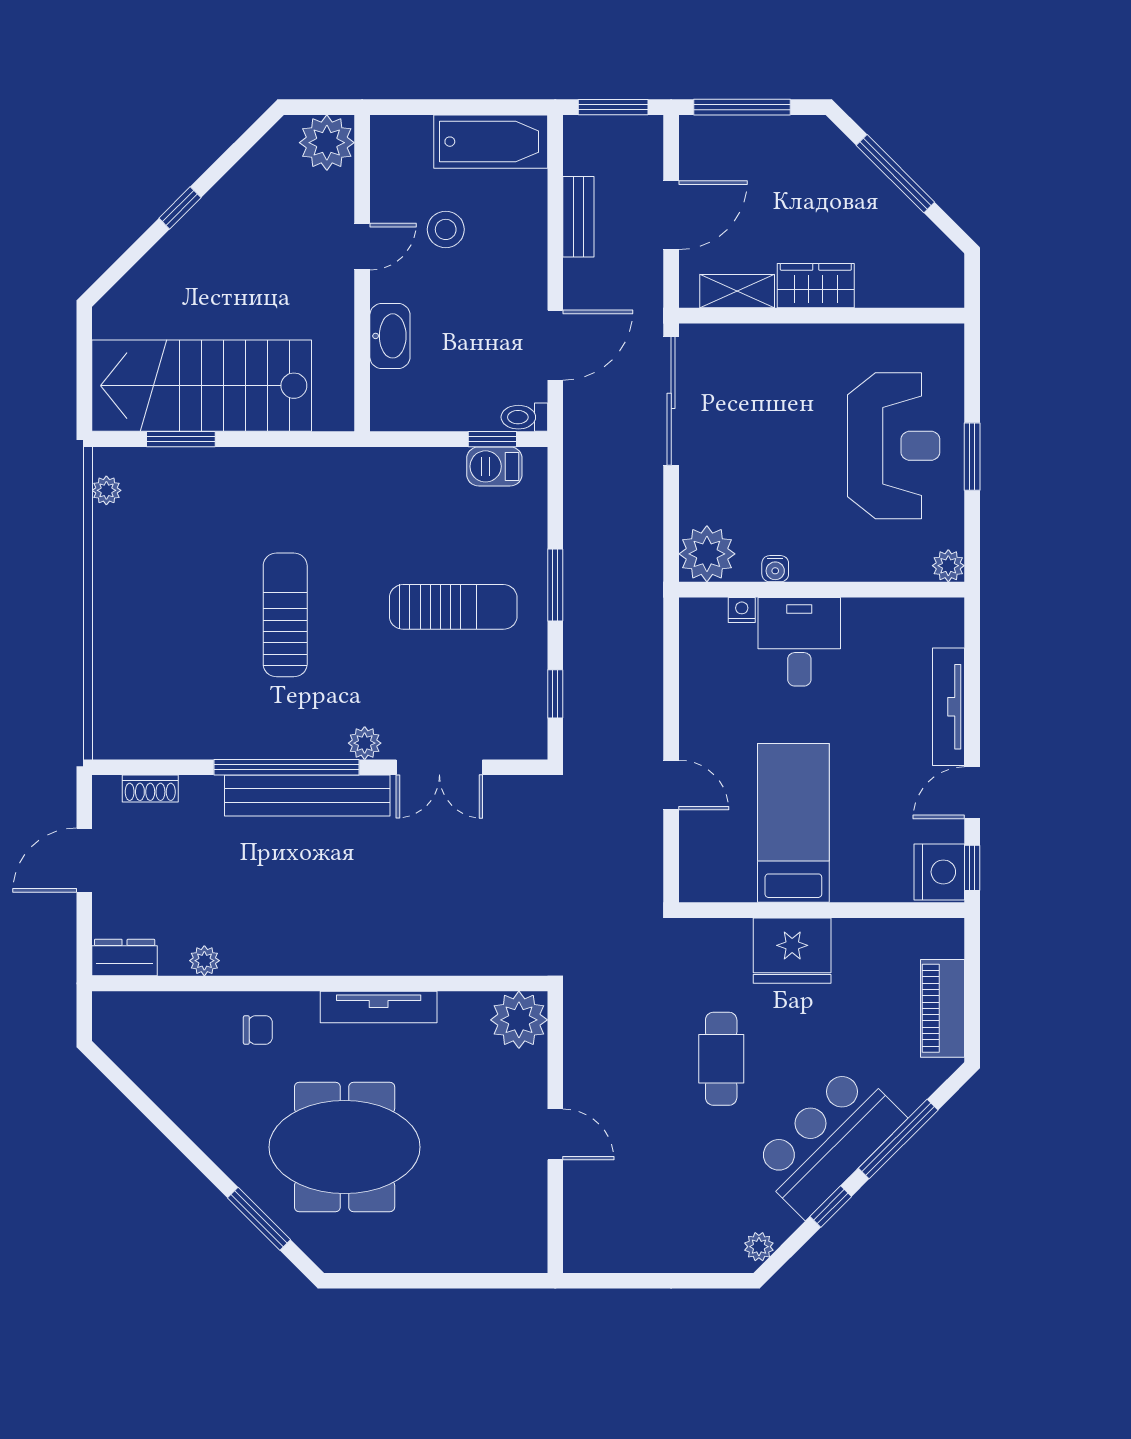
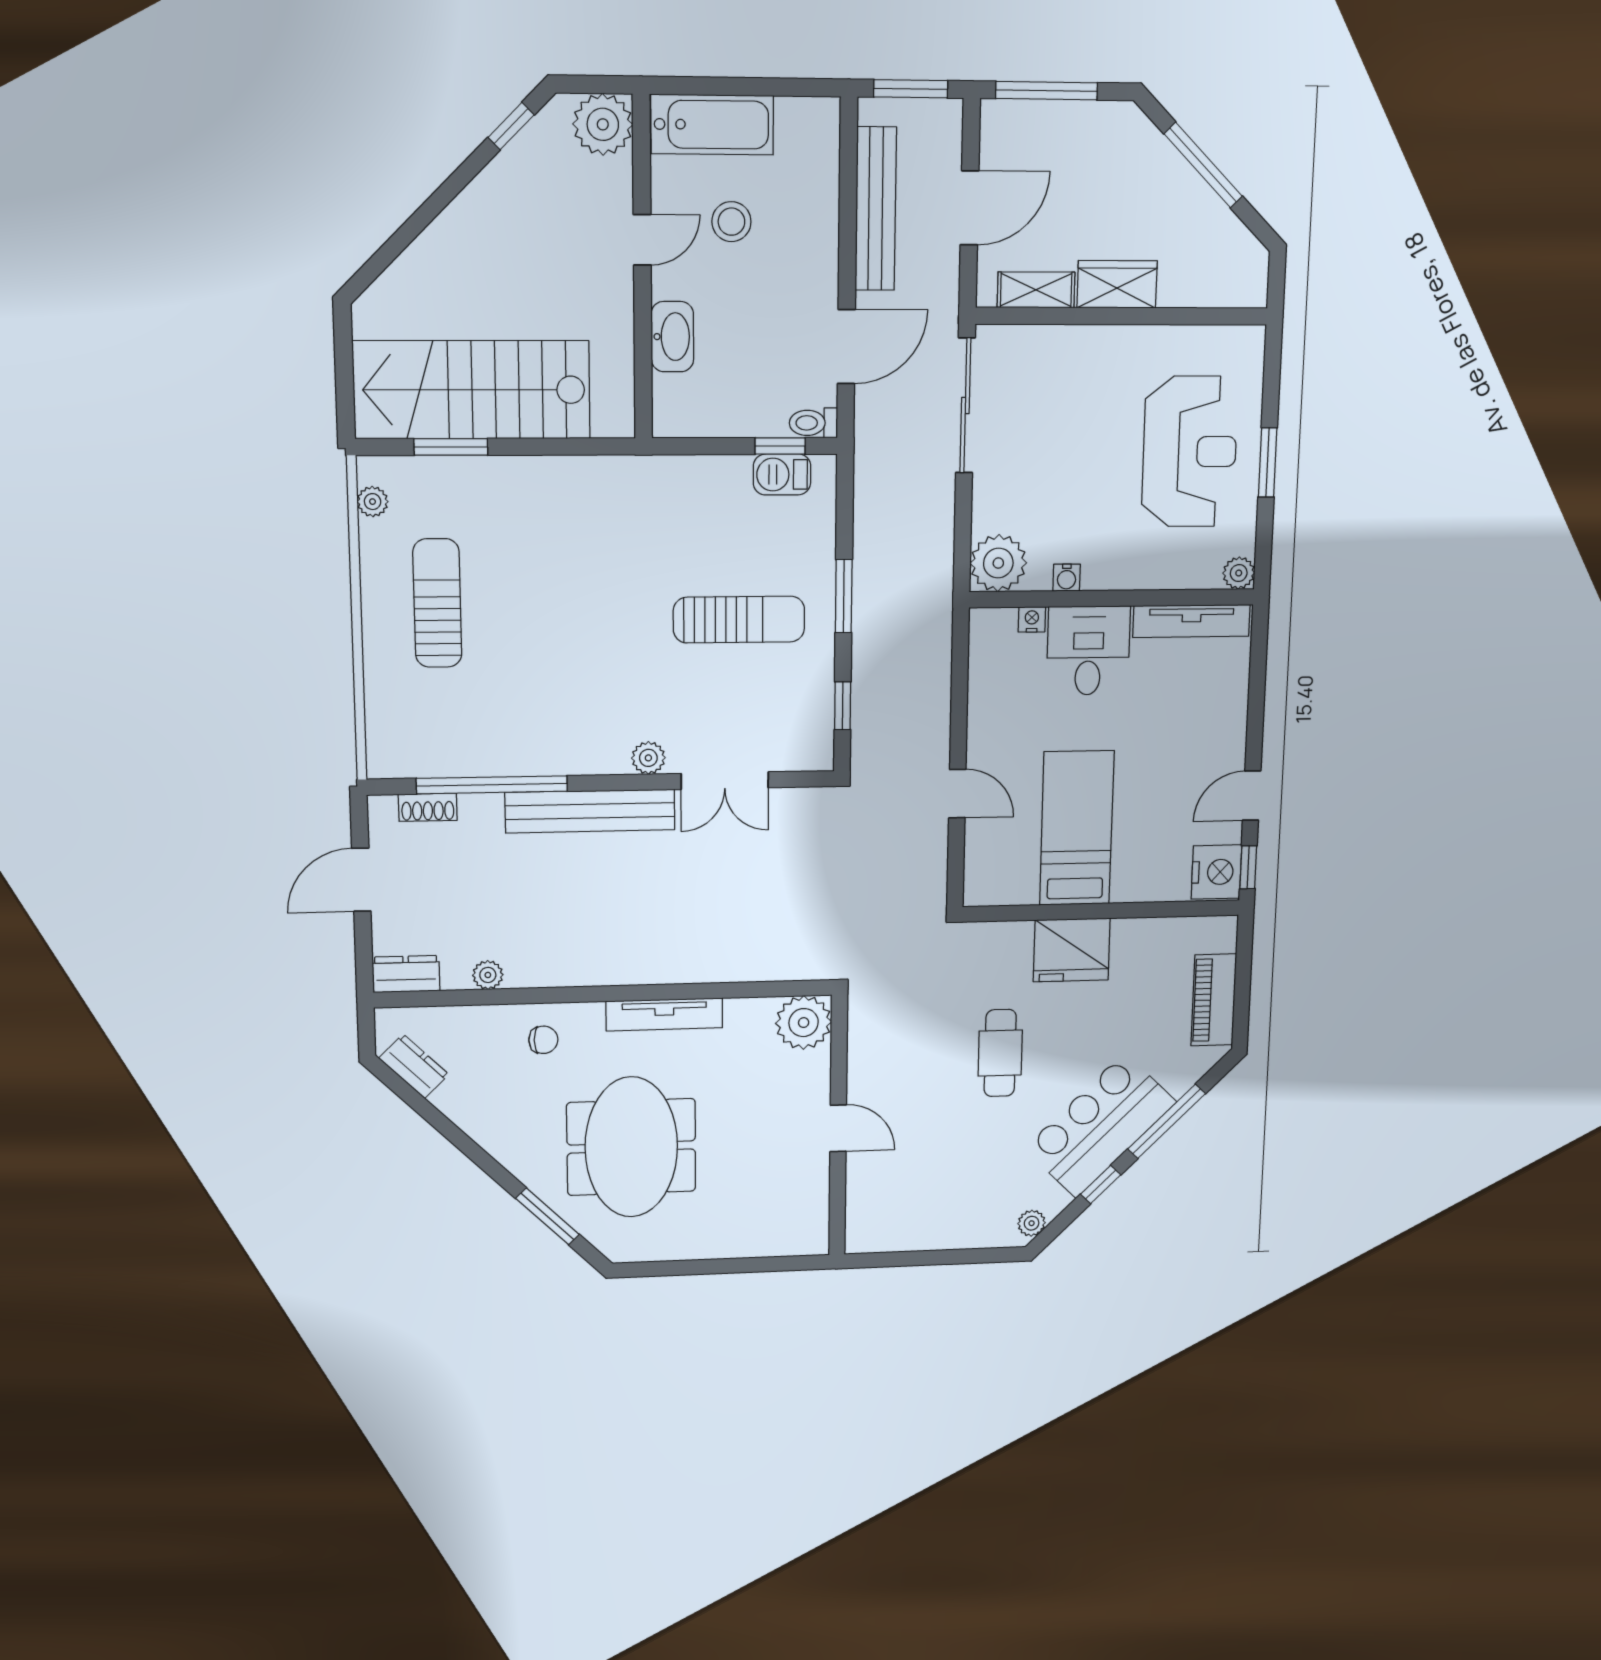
bathtub: (491, 142) -> (712, 125), moved
window: (180, 208) -> (511, 126), moved
bench: (578, 217) -> (876, 209), width x1.86, depth x1.21
sun lounger: (285, 615) -> (437, 603), moved
tv unit: (949, 707) -> (1191, 621), moved, turned -90
window: (286, 767) -> (492, 785), moved
dresser: (130, 1054) -> (414, 1066), added
meeting table: (345, 1147) -> (631, 1147), turned 90

